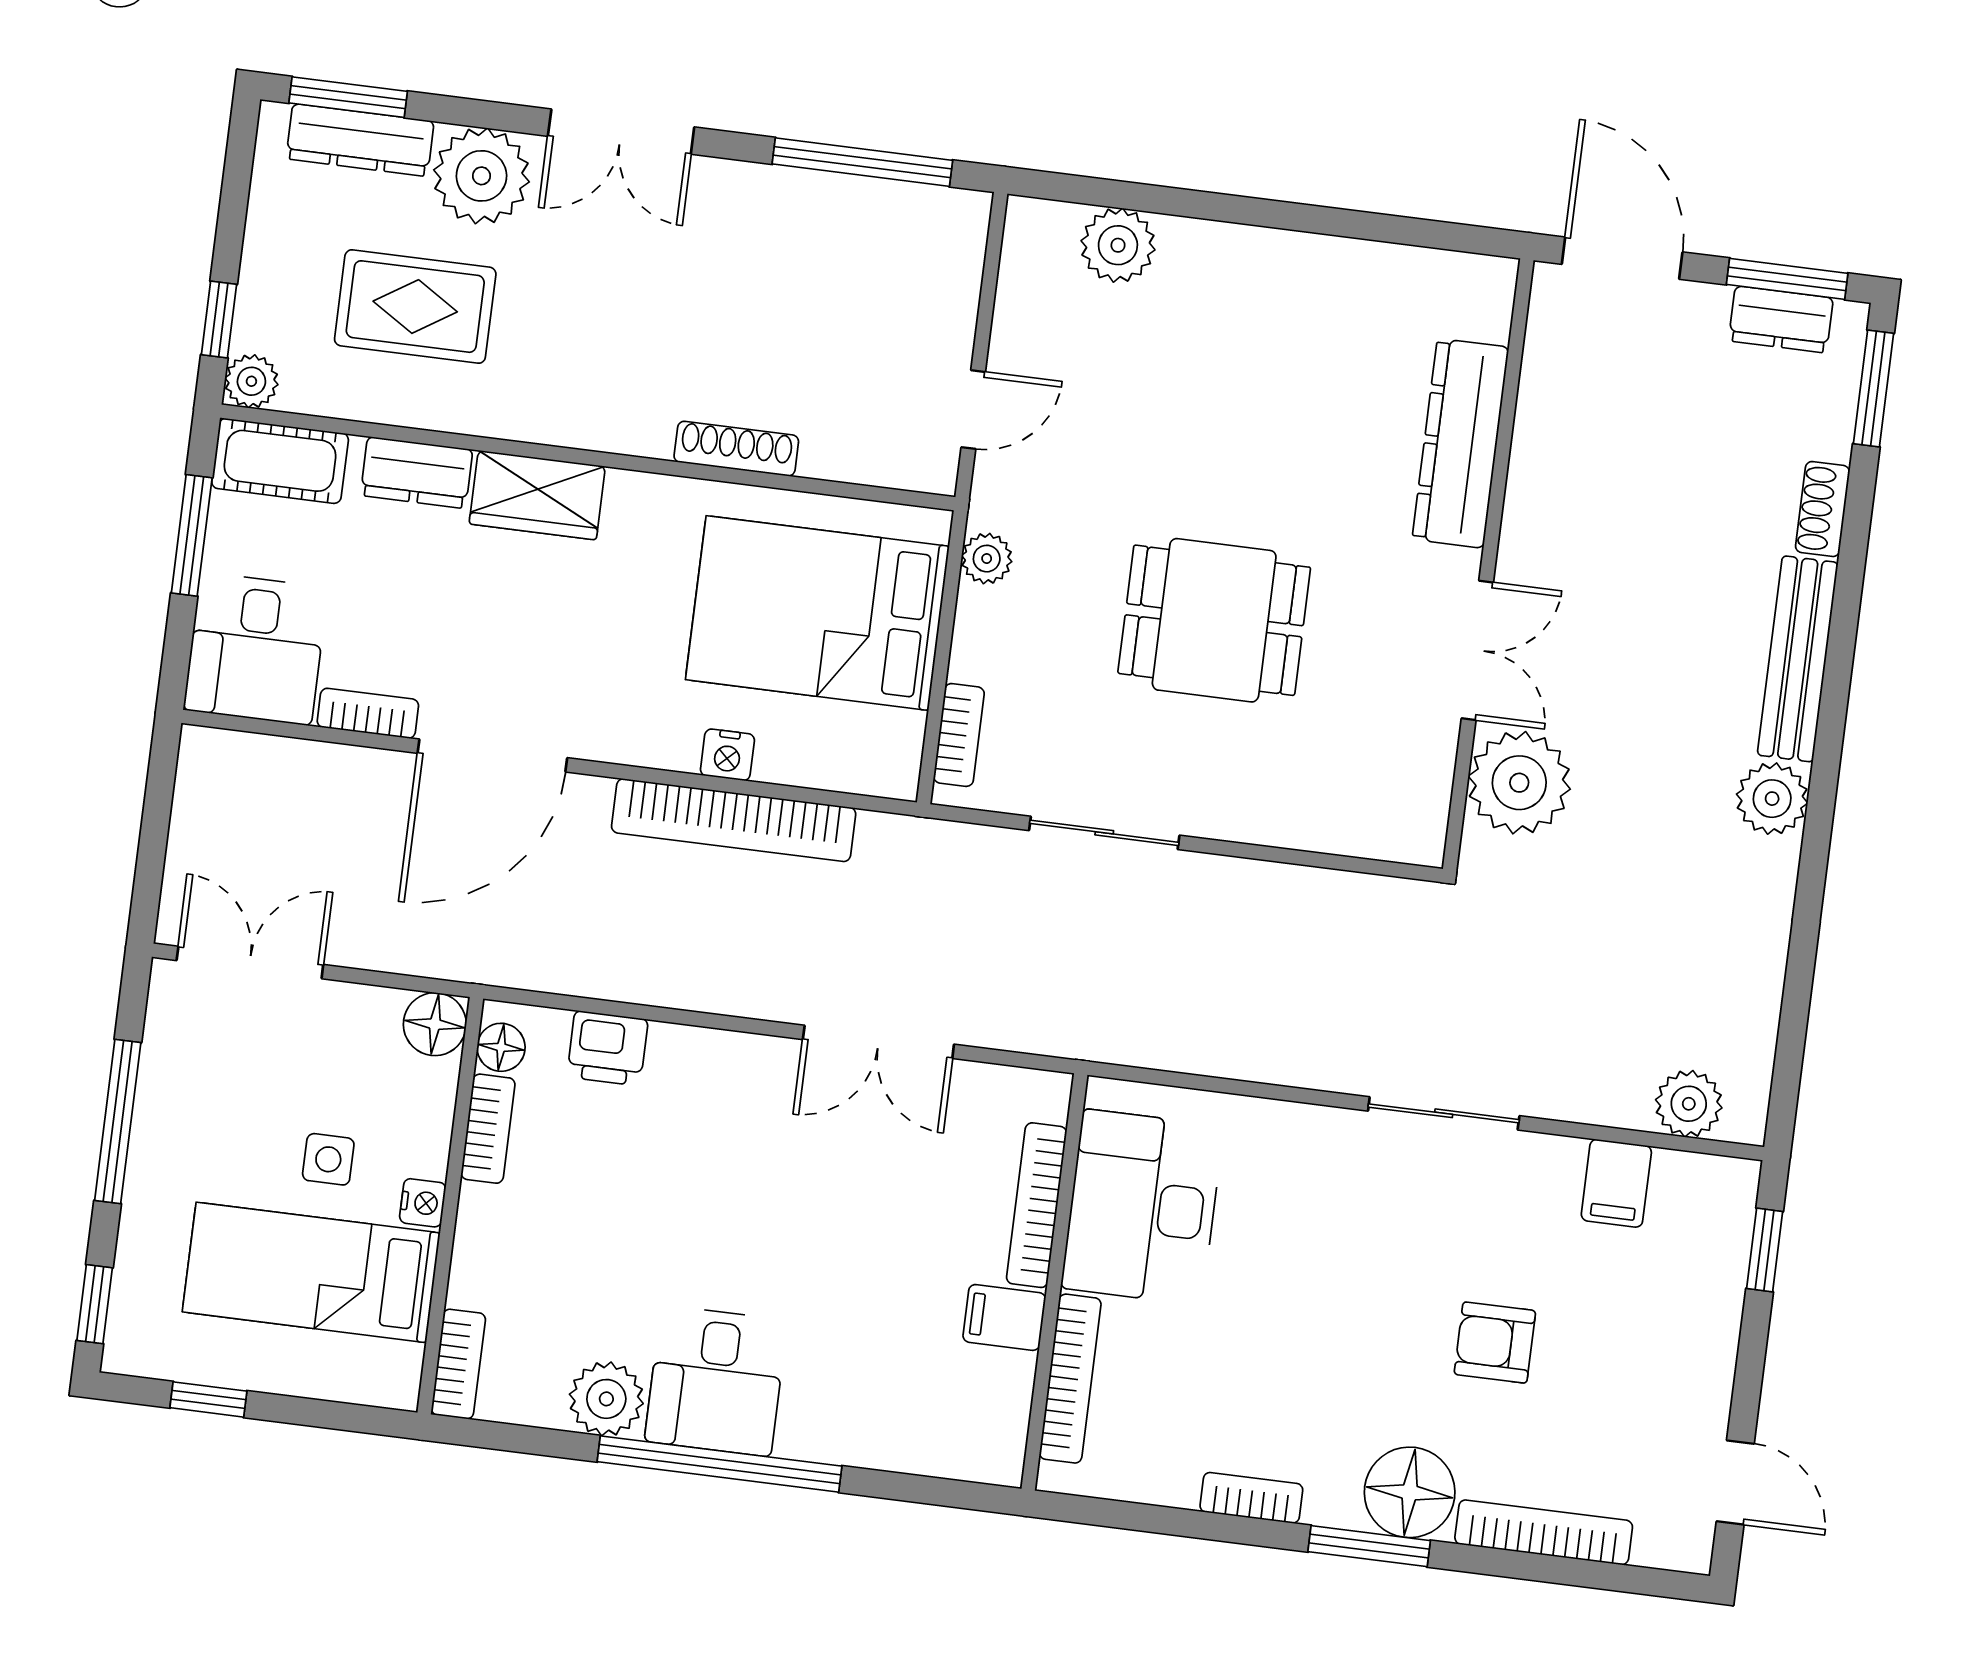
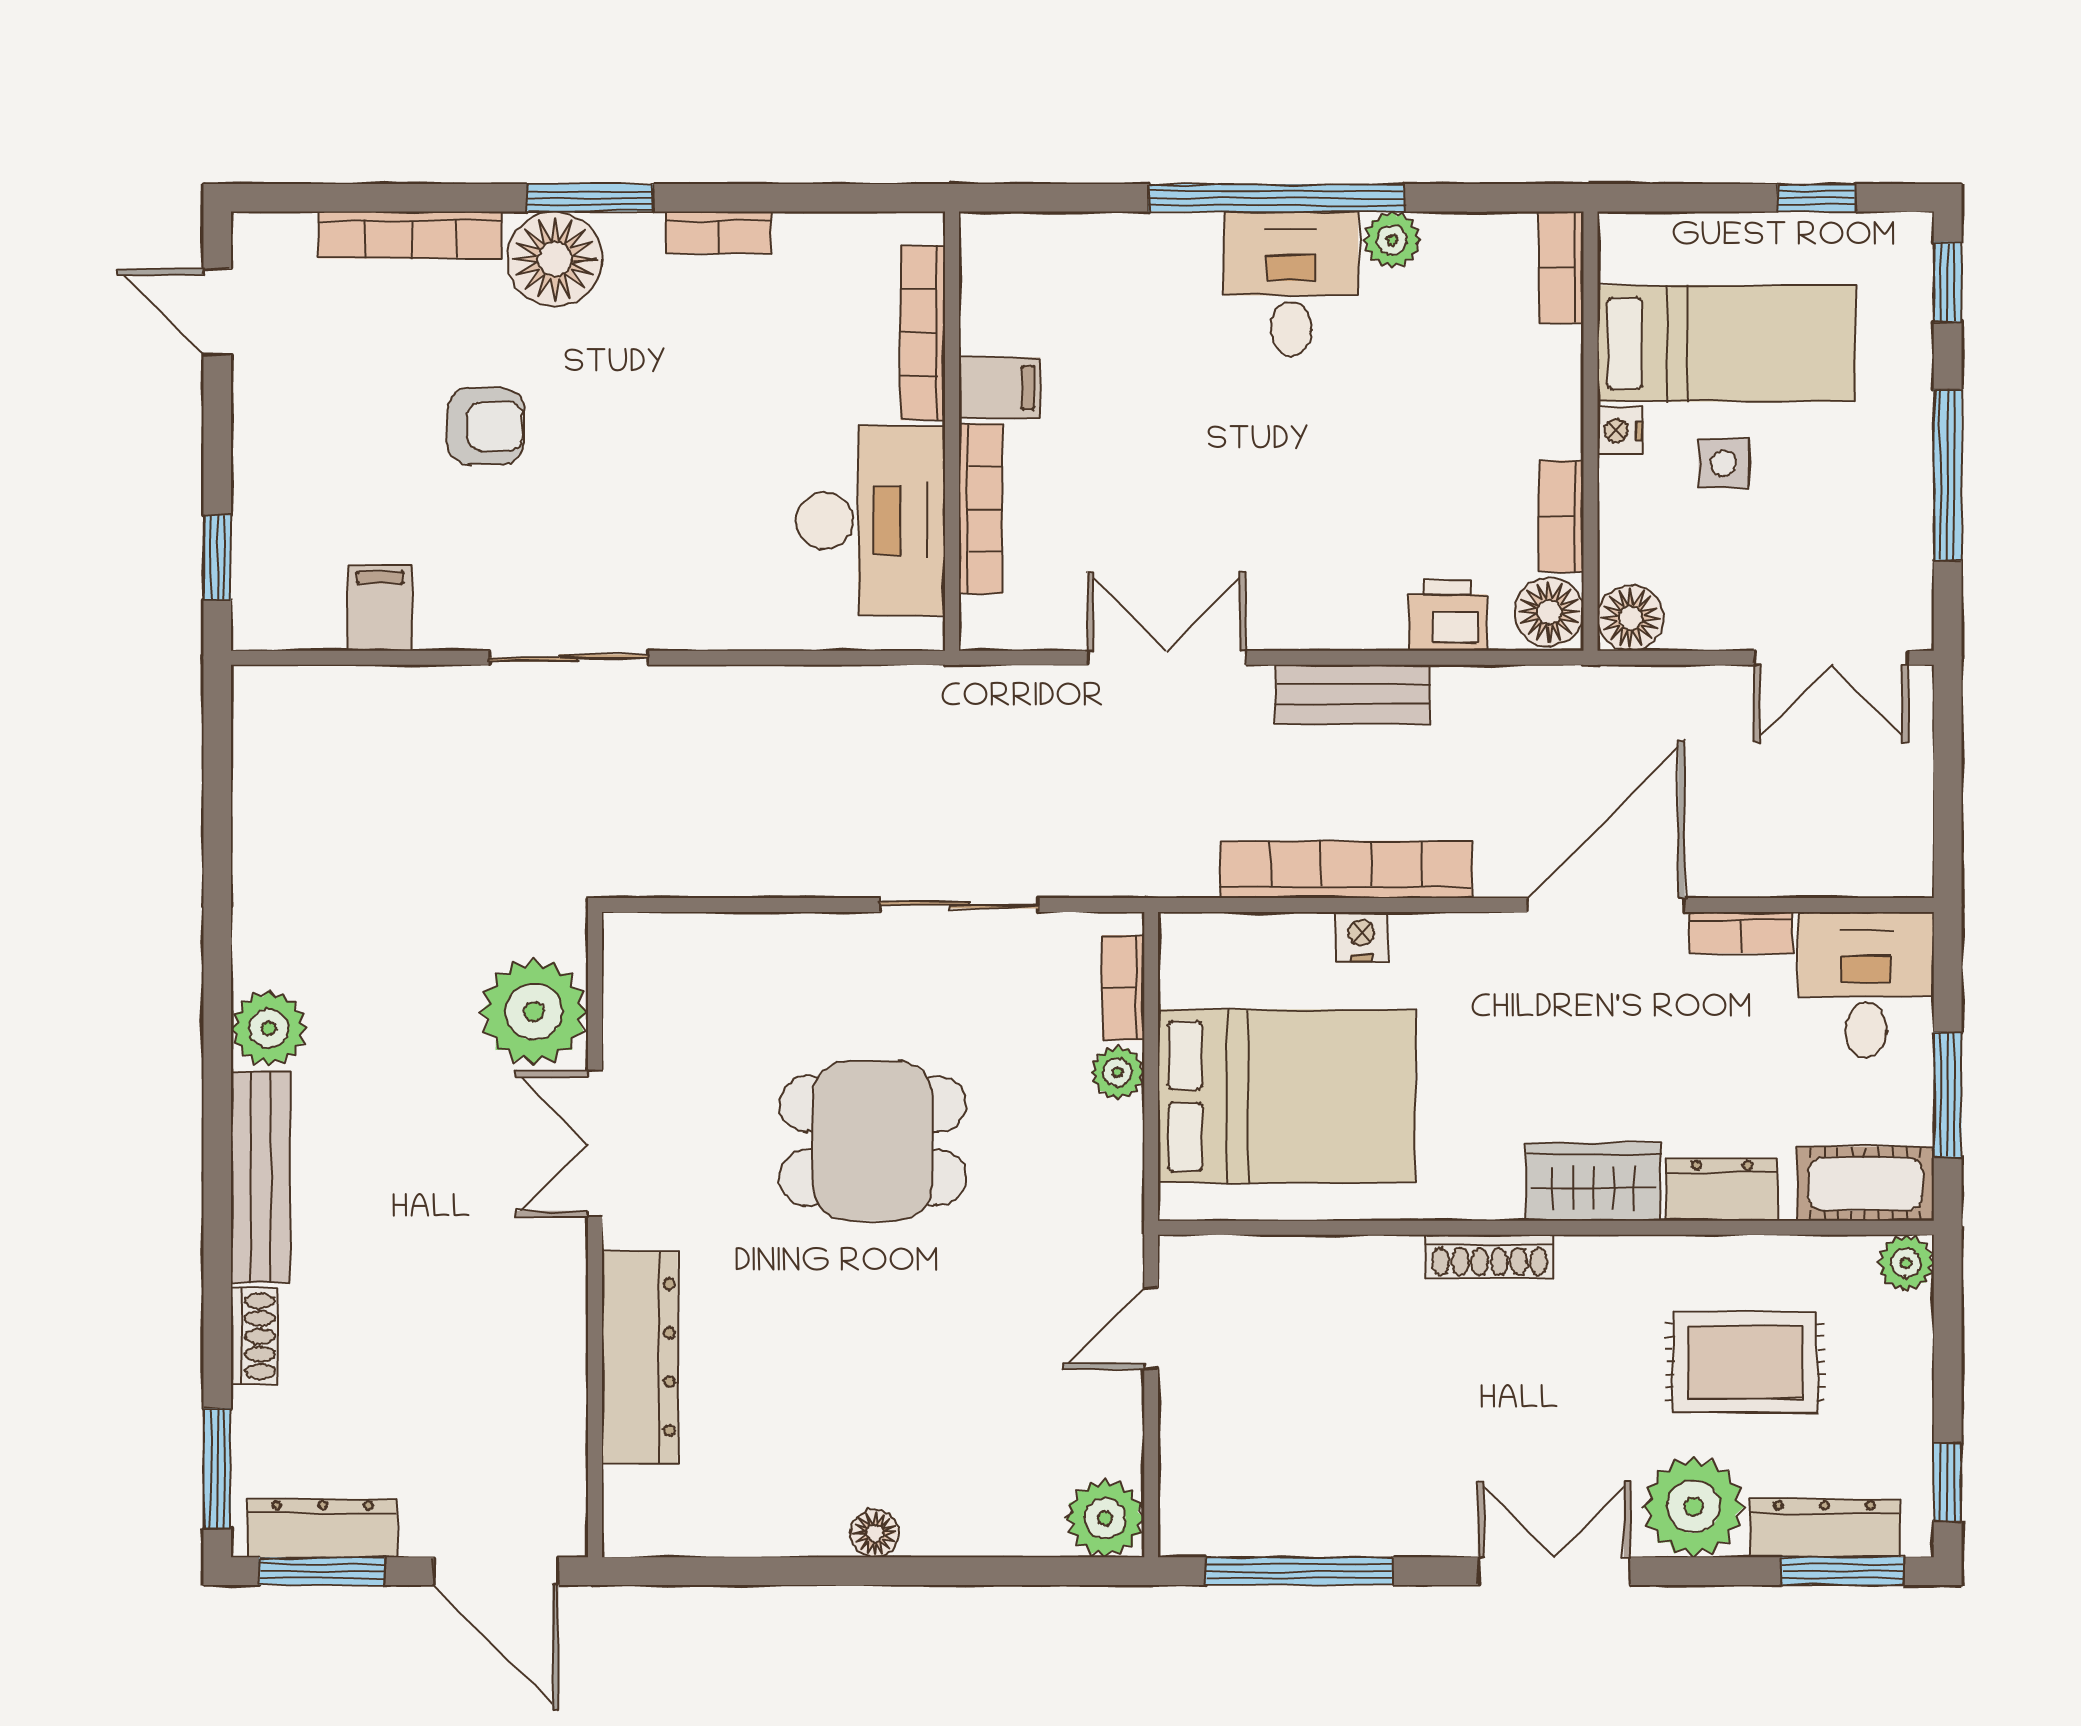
plant: (1118, 245) -> (1105, 1518), moved
floor lamp: (1259, 249) -> (875, 1533), added
window: (219, 319) -> (1948, 1482), moved
dresser: (1781, 319) -> (323, 1528), width x1.44
shoe rack: (736, 449) -> (1490, 1256), moved
plant: (987, 559) -> (1118, 1072), moved
bench: (707, 985) -> (1353, 694), added
floor lamp: (501, 1047) -> (1549, 612), width x1.37, depth x1.37
plant: (1689, 1104) -> (315, 700), removed
plant: (606, 1399) -> (1392, 240), width x0.73, depth x0.73

